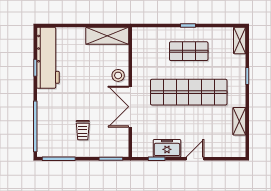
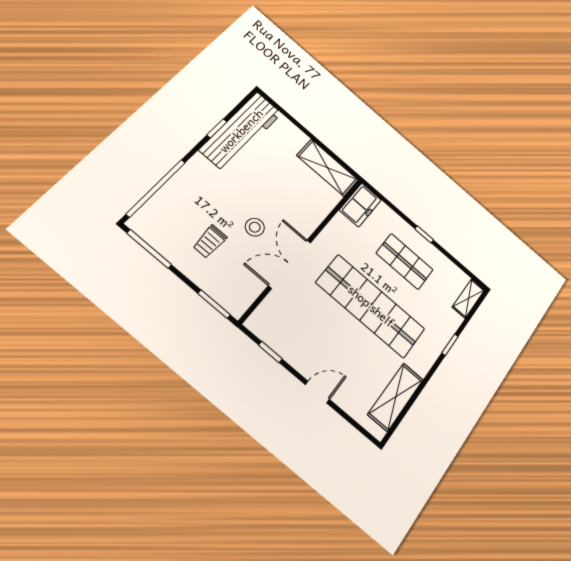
stool: (118, 75) -> (255, 227), moved
shelving: (239, 121) -> (396, 397), width x1.50, depth x1.33
freezer: (167, 148) -> (360, 205), moved, turned 90

